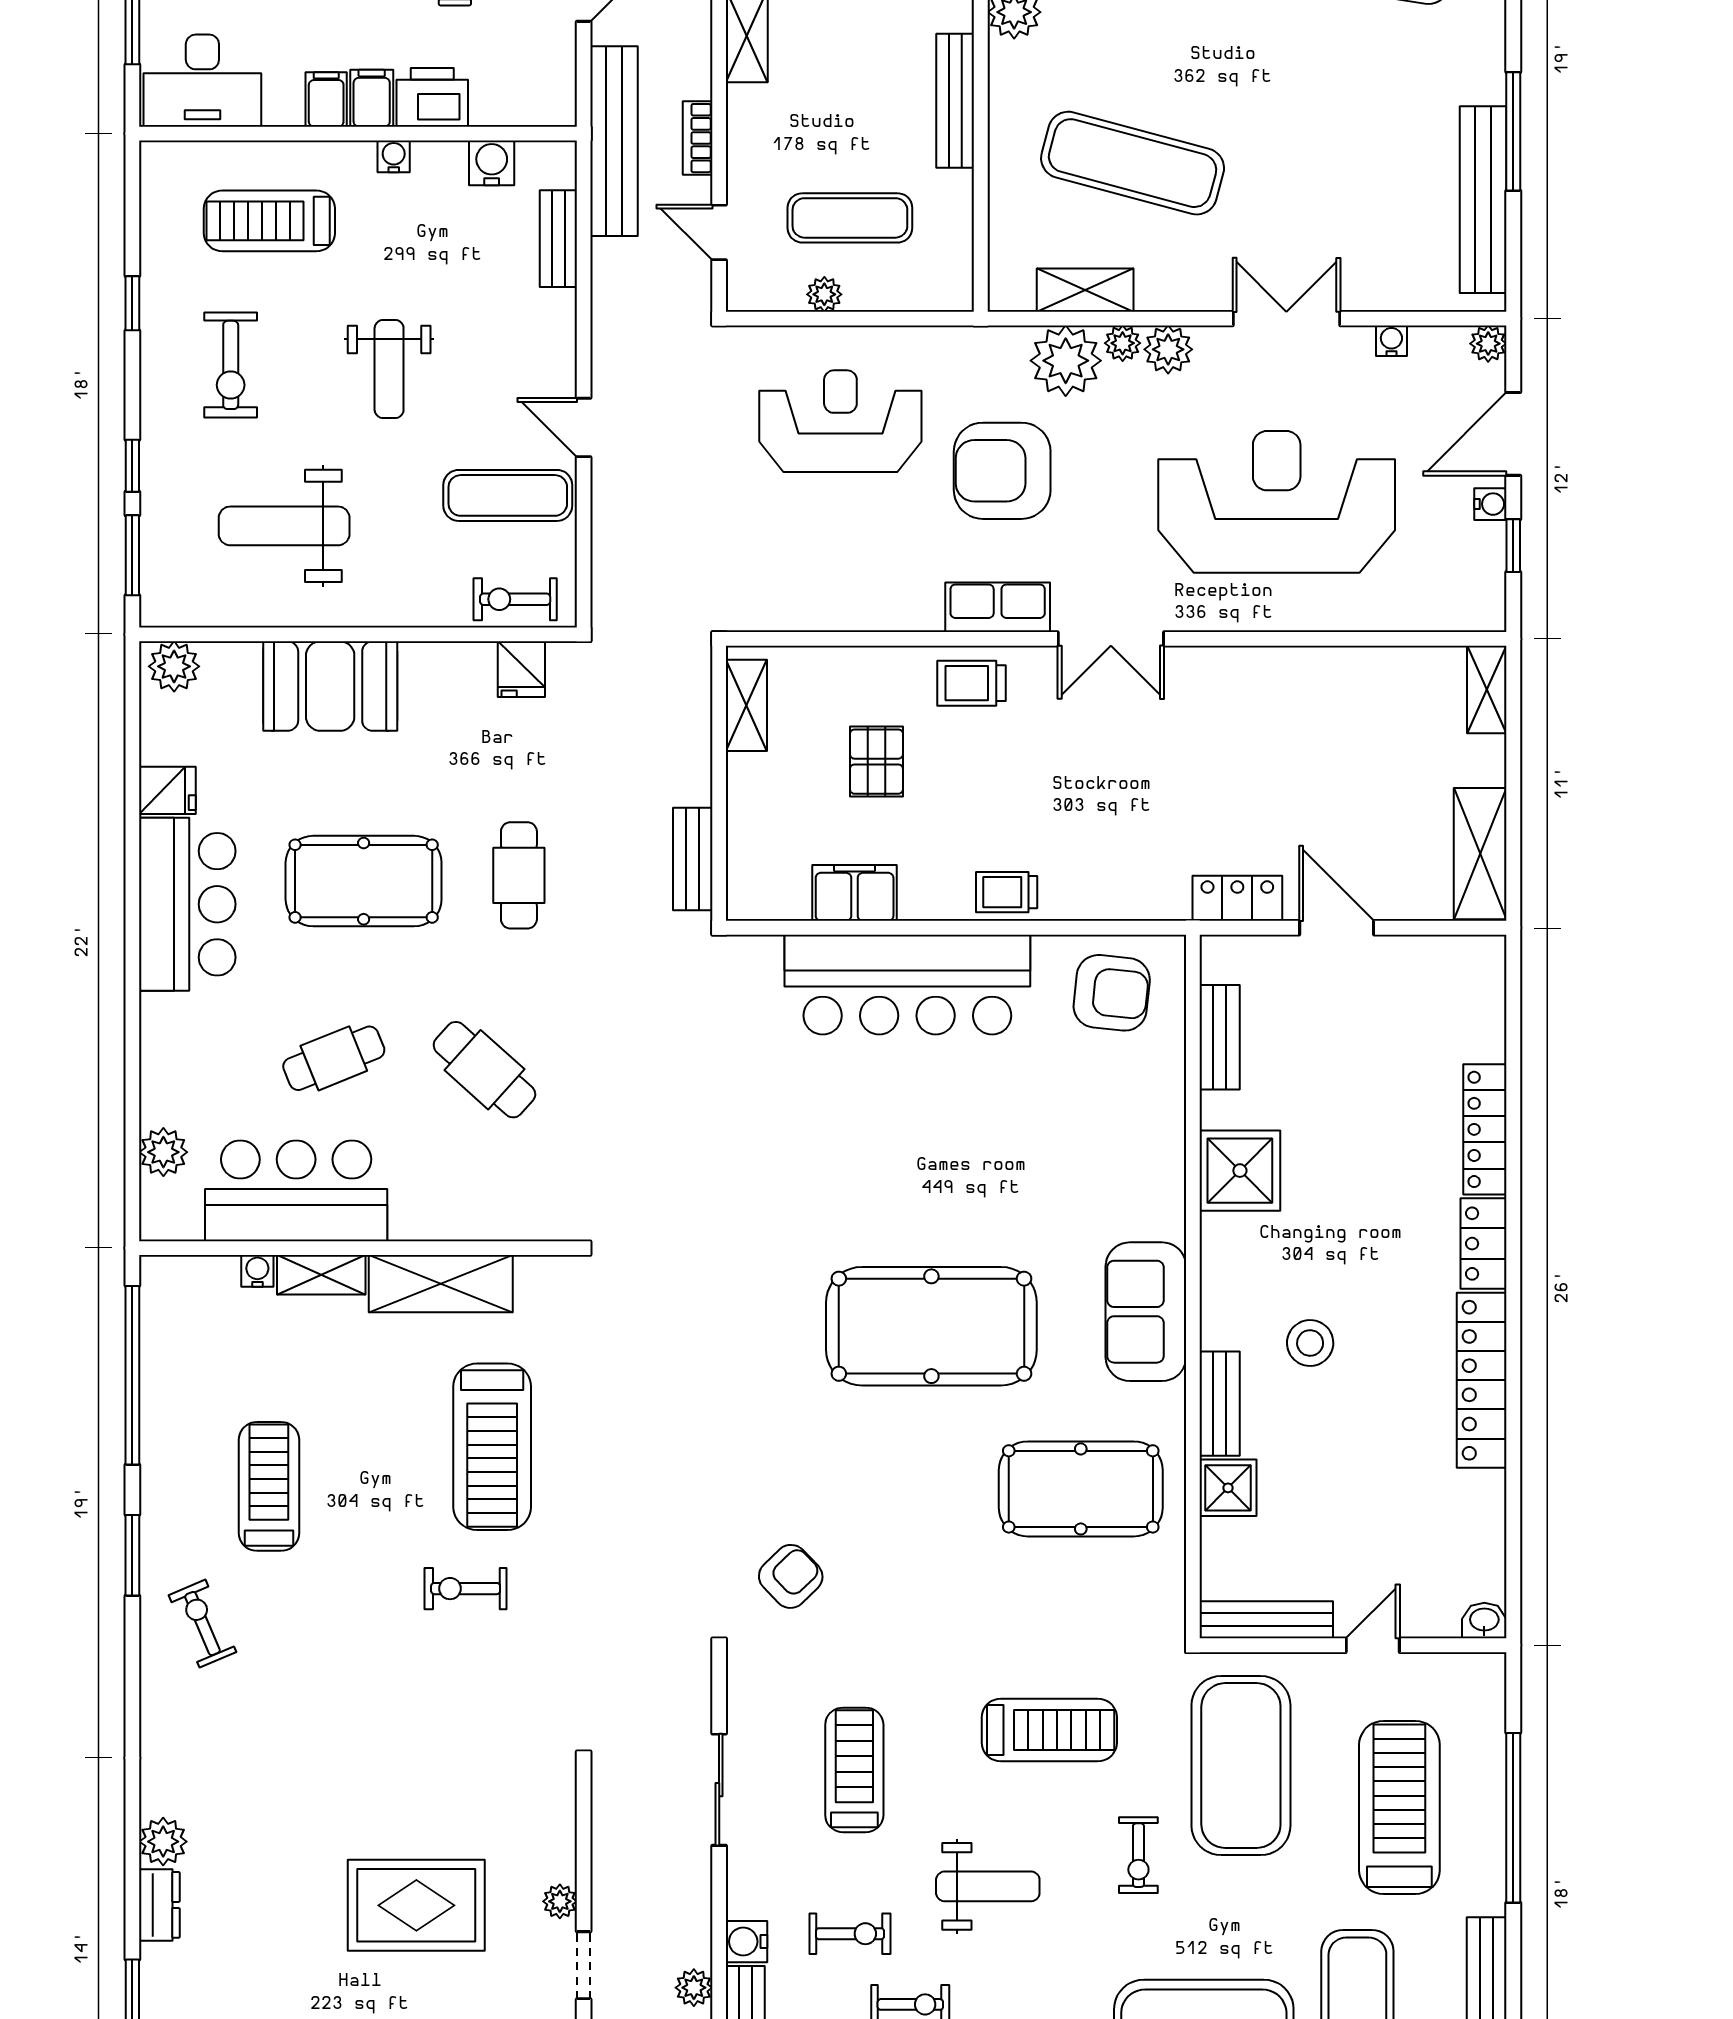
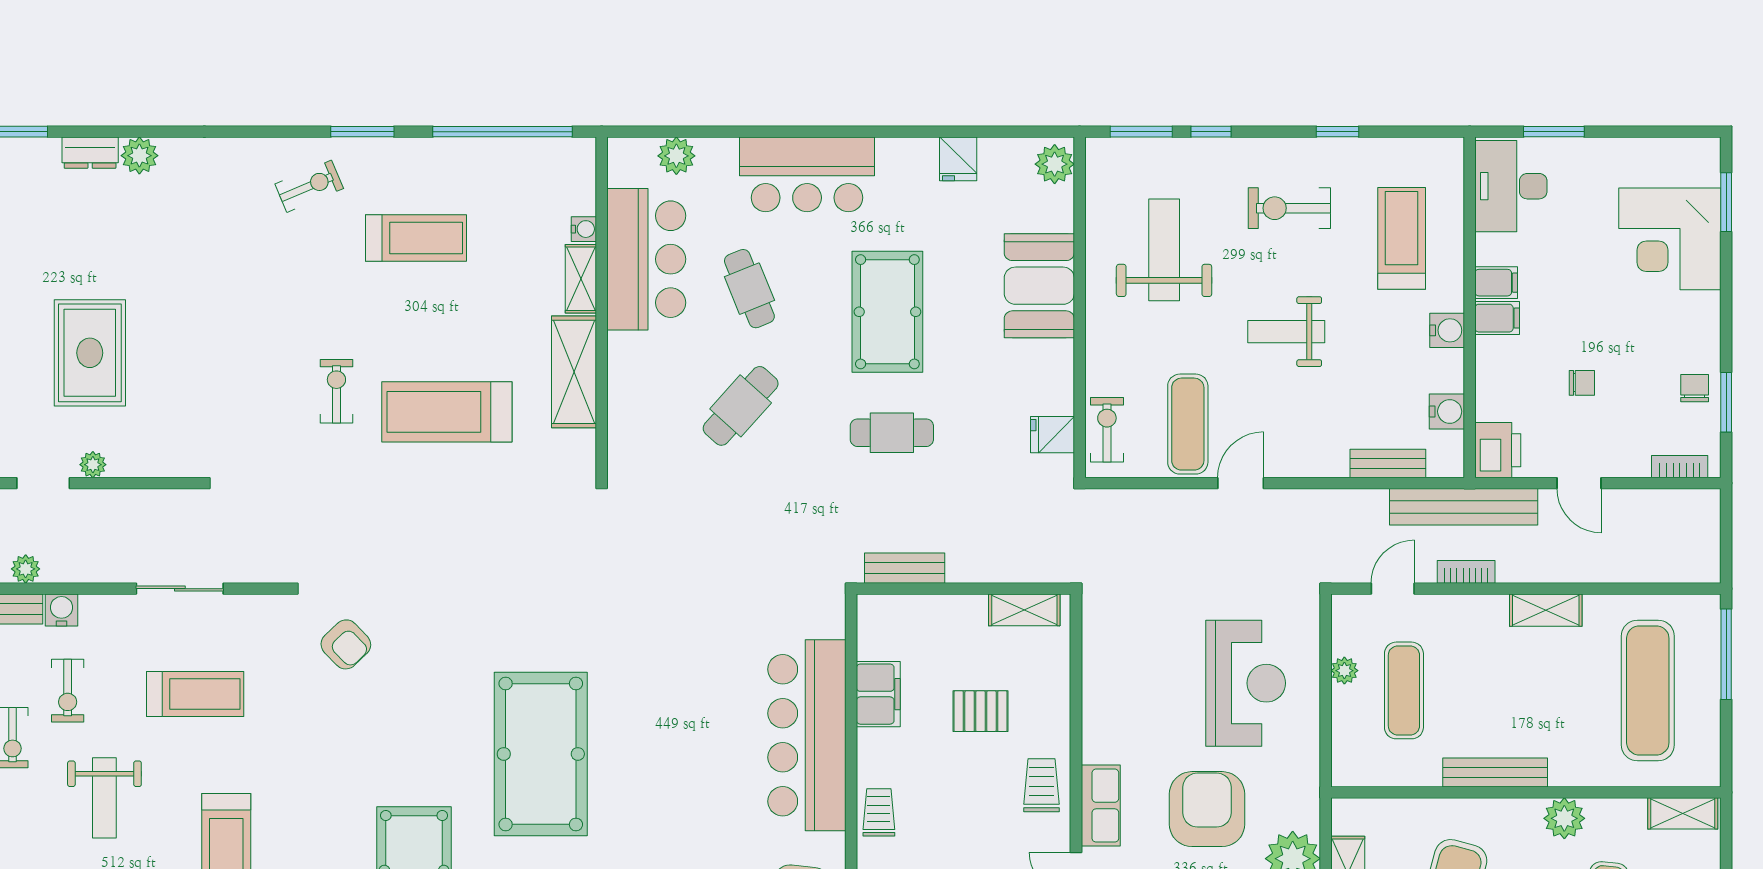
printer: (432, 97) -> (1498, 450), moved
water cooler: (394, 156) -> (1447, 330), width x1.38, depth x1.38
bar counter: (187, 904) -> (807, 174), moved

